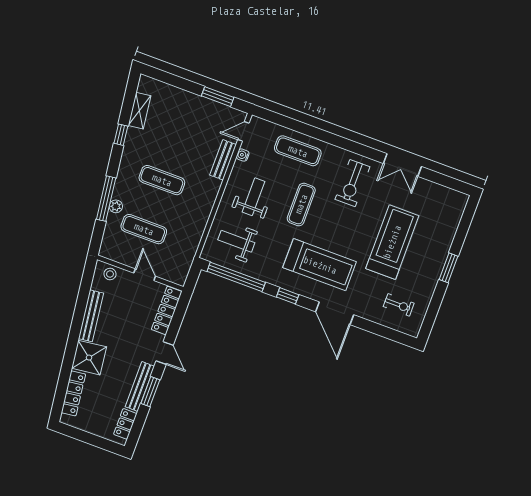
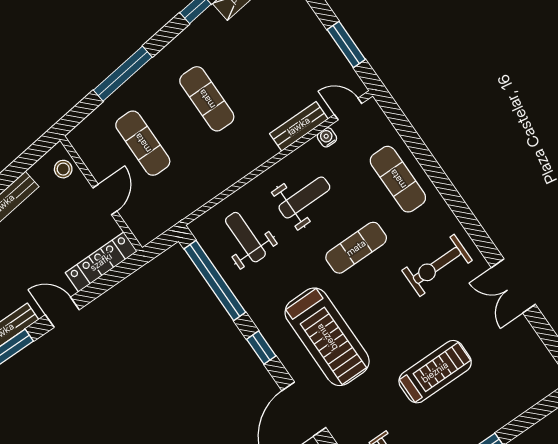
plant: (116, 206) -> (128, 92), removed
treadmill: (392, 242) -> (435, 372), width x0.73, depth x0.73
door: (165, 353) -> (62, 312), swing flipped

